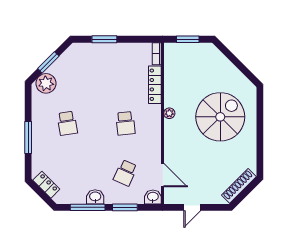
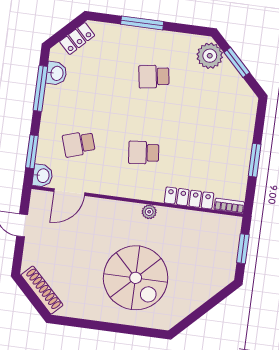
window: (104, 39) -> (255, 160), moved
school desk: (125, 173) -> (79, 144), turned -42
washbasin: (95, 197) -> (56, 73), moved
window: (125, 207) -> (32, 152), moved

